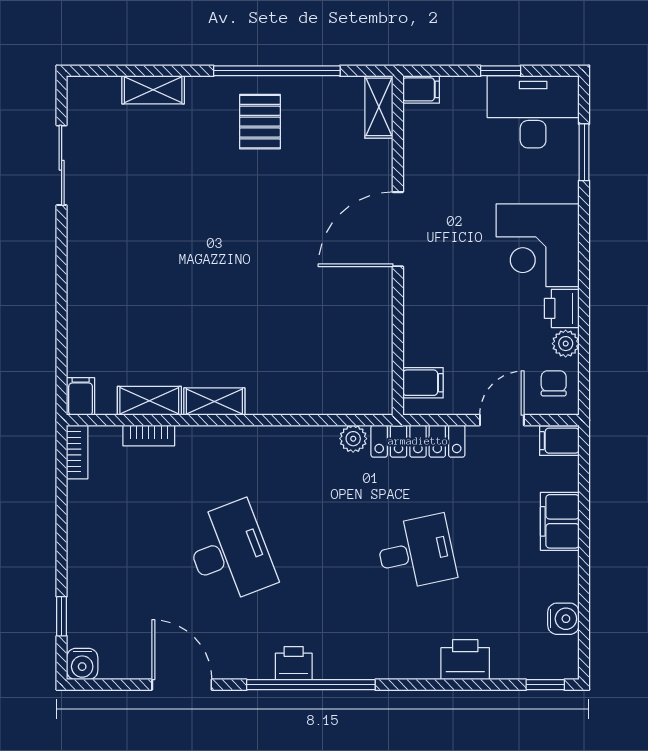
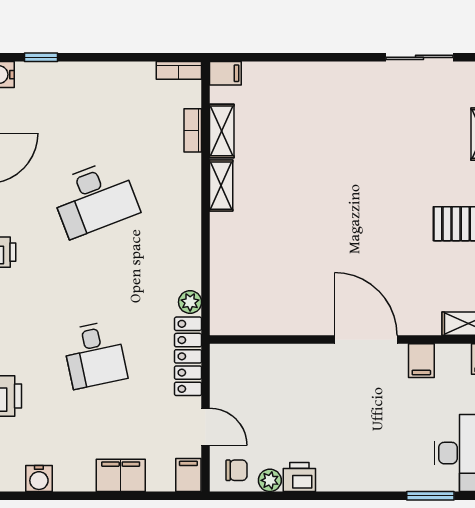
corner desk: (538, 245) -> (352, 457), removed
filing cabinet: (423, 383) -> (421, 361), moved

